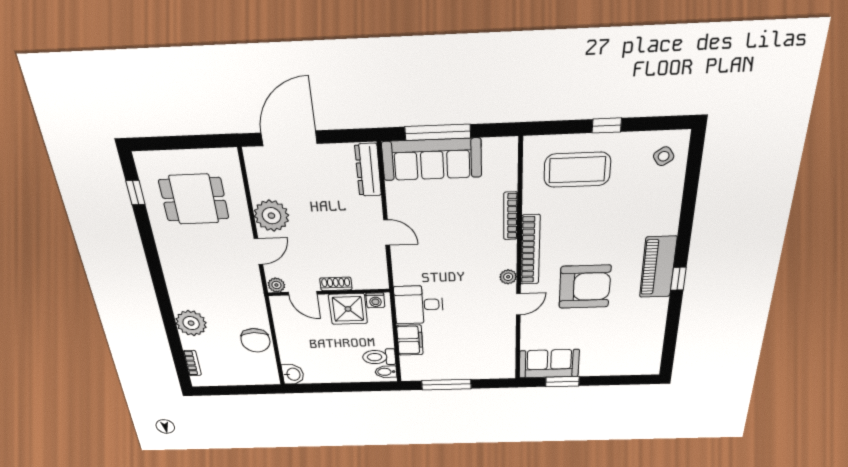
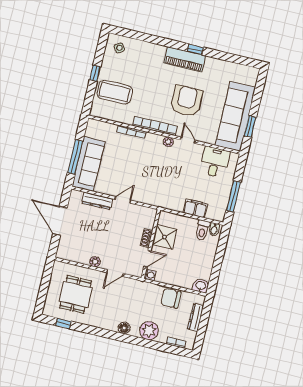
door: (289, 138) -> (60, 221), moved
dresser: (368, 170) -> (97, 201), moved
coffee table: (577, 170) -> (115, 92), turned 90
plant: (271, 216) -> (95, 262), width x0.53, depth x0.53
door: (258, 252) -> (115, 273), swing flipped
plant: (276, 285) -> (138, 271), removed
floor lamp: (177, 288) -> (124, 328), added
washing machine: (375, 300) -> (150, 275), moved
desk: (419, 305) -> (215, 162), moved, turned 180
chair: (255, 340) -> (171, 298), turned 180
sofa: (549, 364) -> (235, 116), width x1.85, depth x1.27
dresser: (242, 379) -> (196, 317), added

